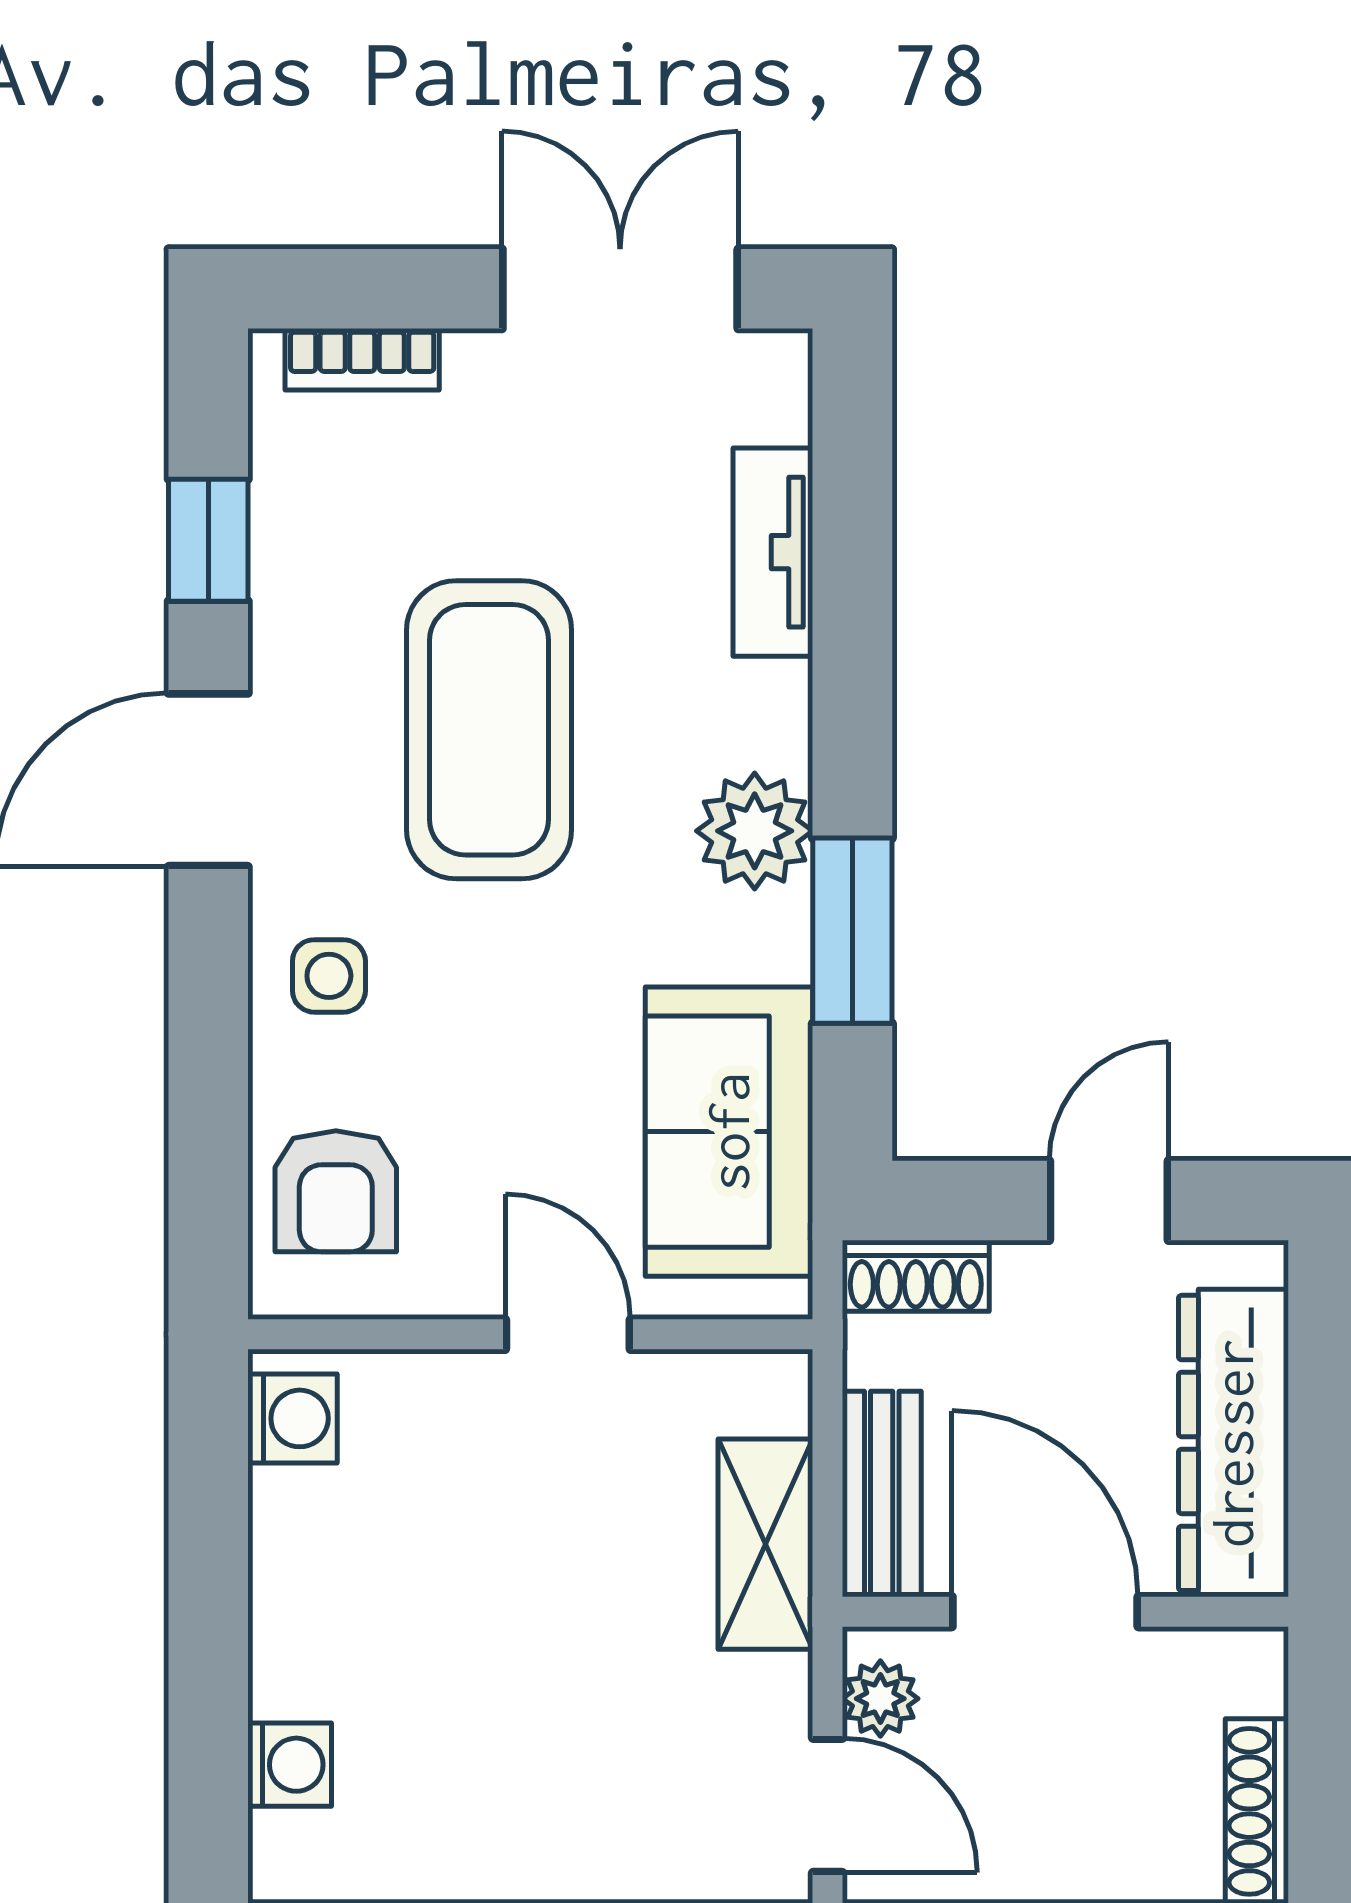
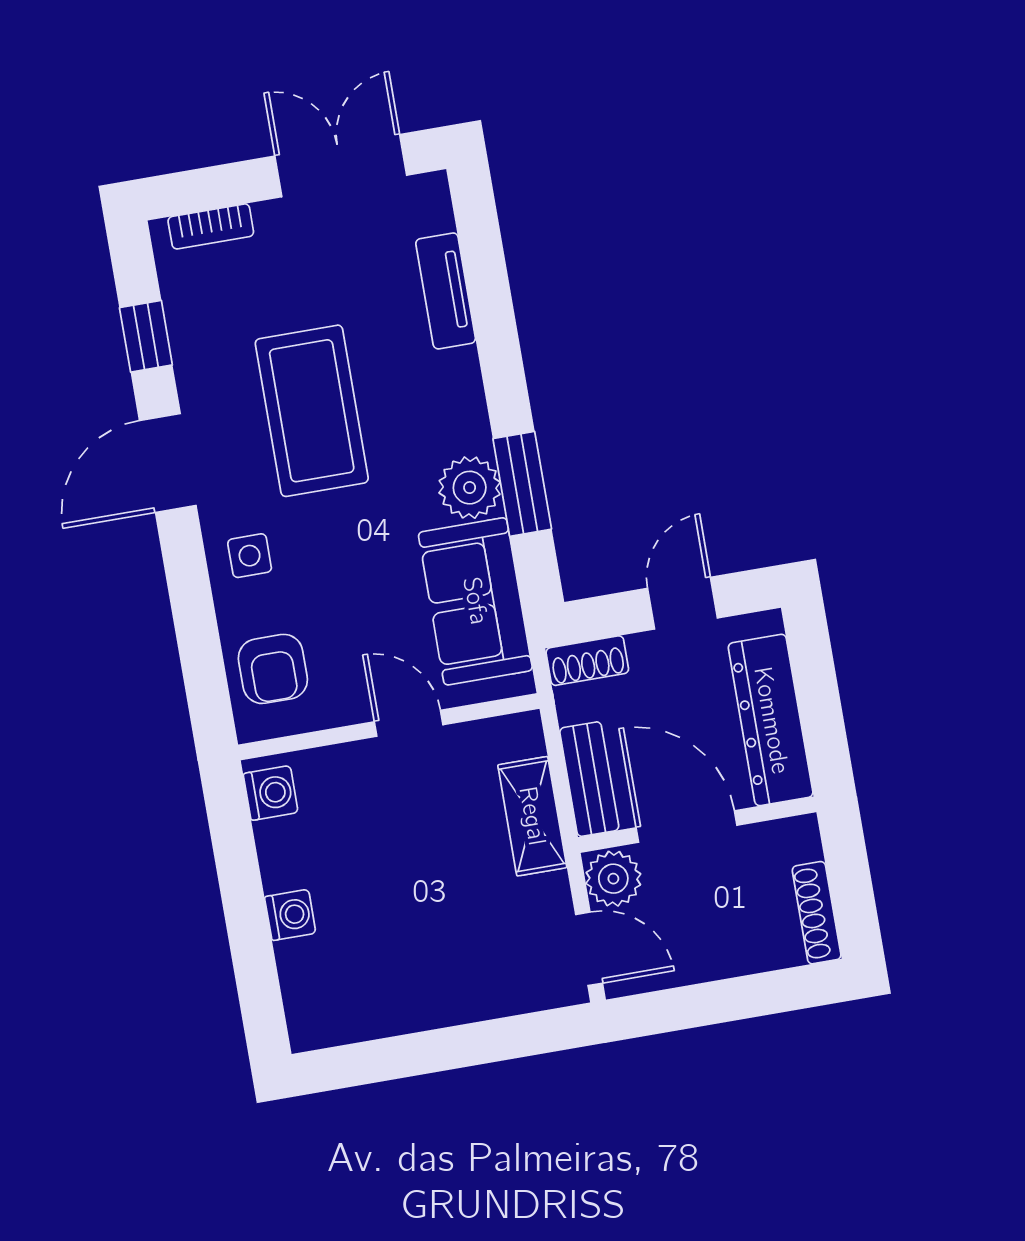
plant: (755, 831) -> (470, 488), moved
plant: (880, 1699) -> (613, 879), width x1.38, depth x1.38
washing machine: (290, 1765) -> (290, 915), moved

